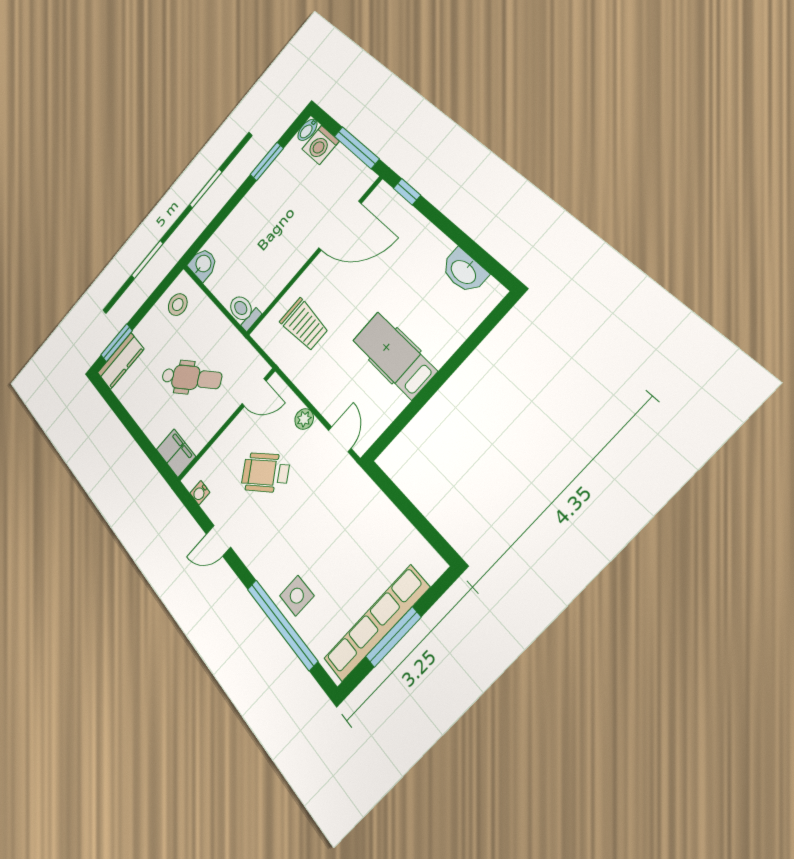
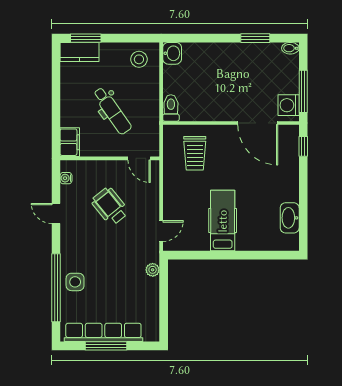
washing machine: (321, 145) -> (289, 105), moved
plant: (304, 419) -> (153, 270), moved

